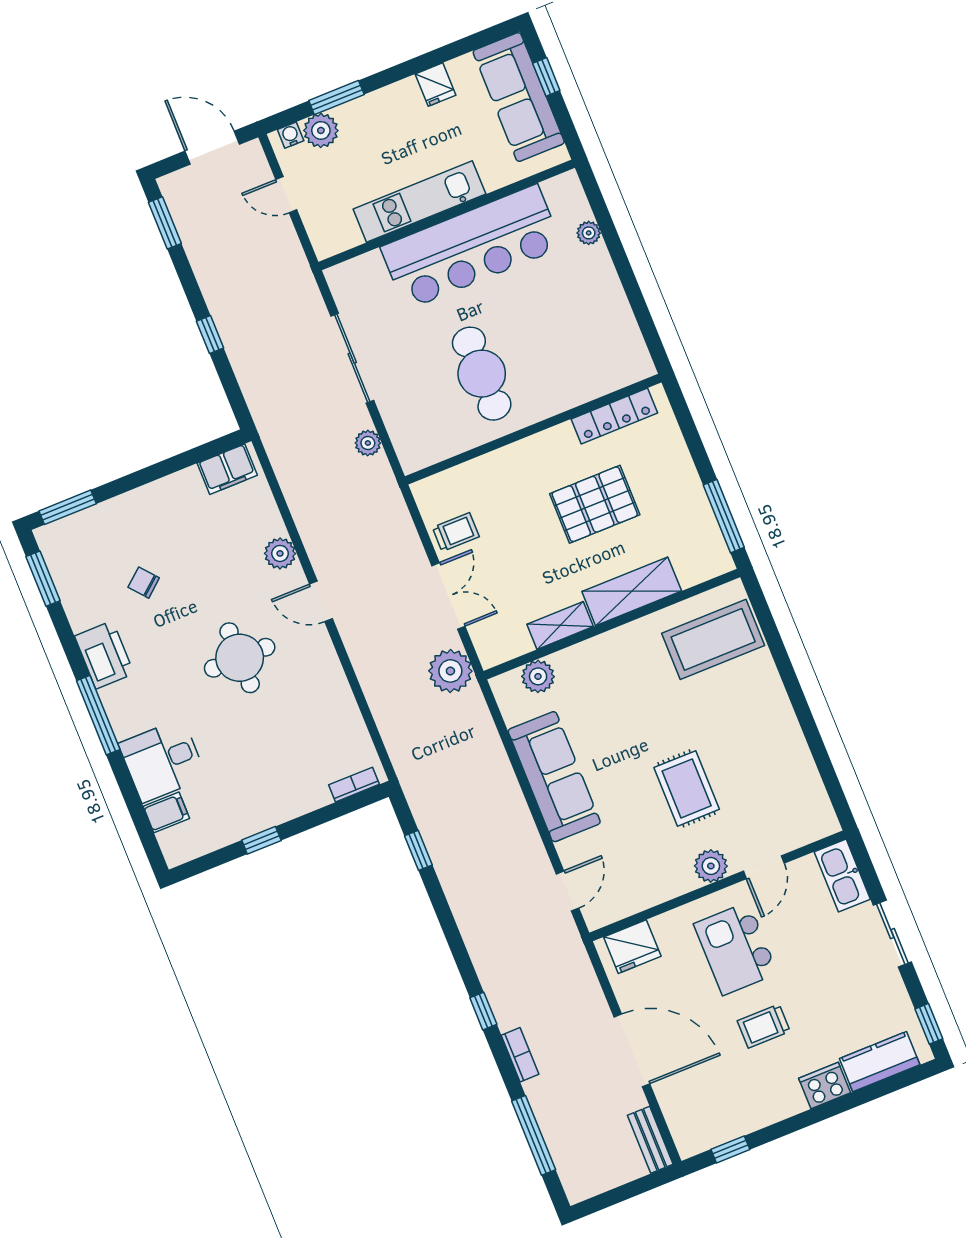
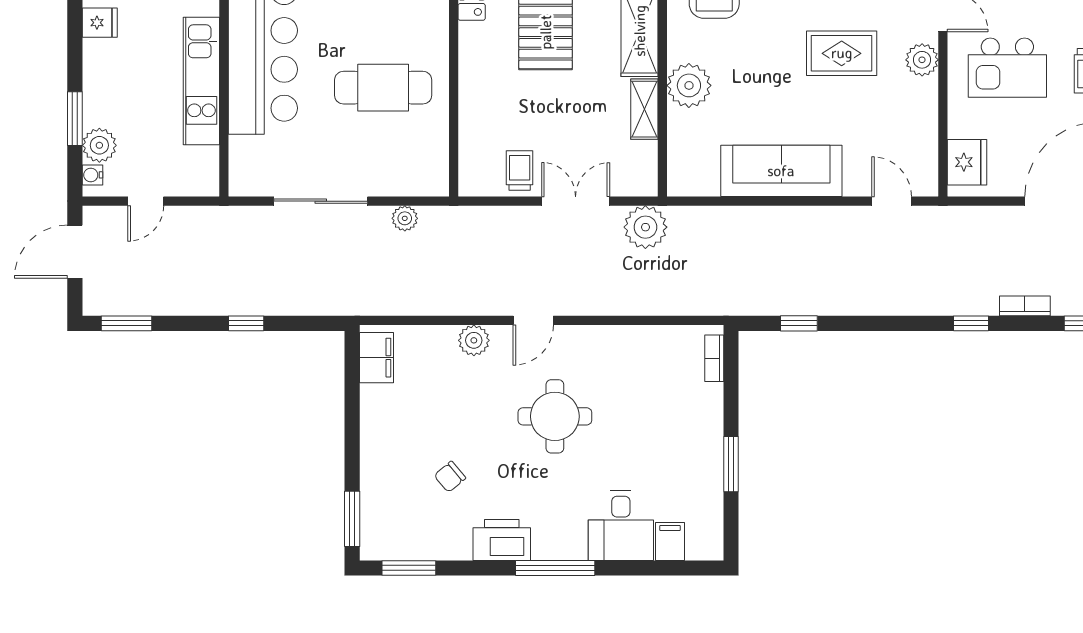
plant: (538, 676) -> (689, 85), moved, width x1.36, depth x1.36
window: (261, 840) -> (731, 464), width x1.50

